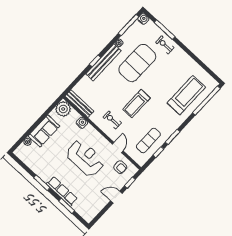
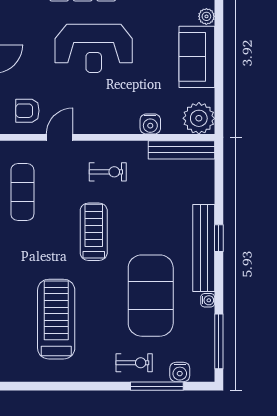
water cooler: (143, 19) -> (180, 372), moved
treadmill: (186, 95) -> (56, 319), moved, turned 180
door: (118, 147) -> (60, 137), swing flipped
reception desk: (85, 158) -> (94, 48), moved

